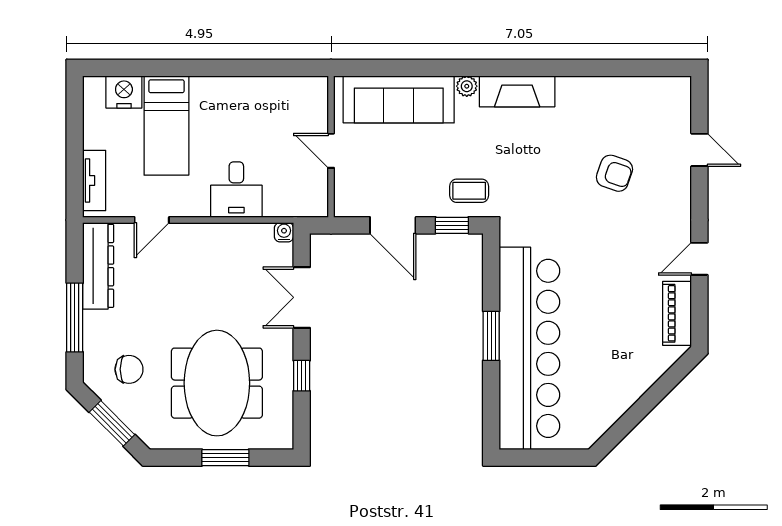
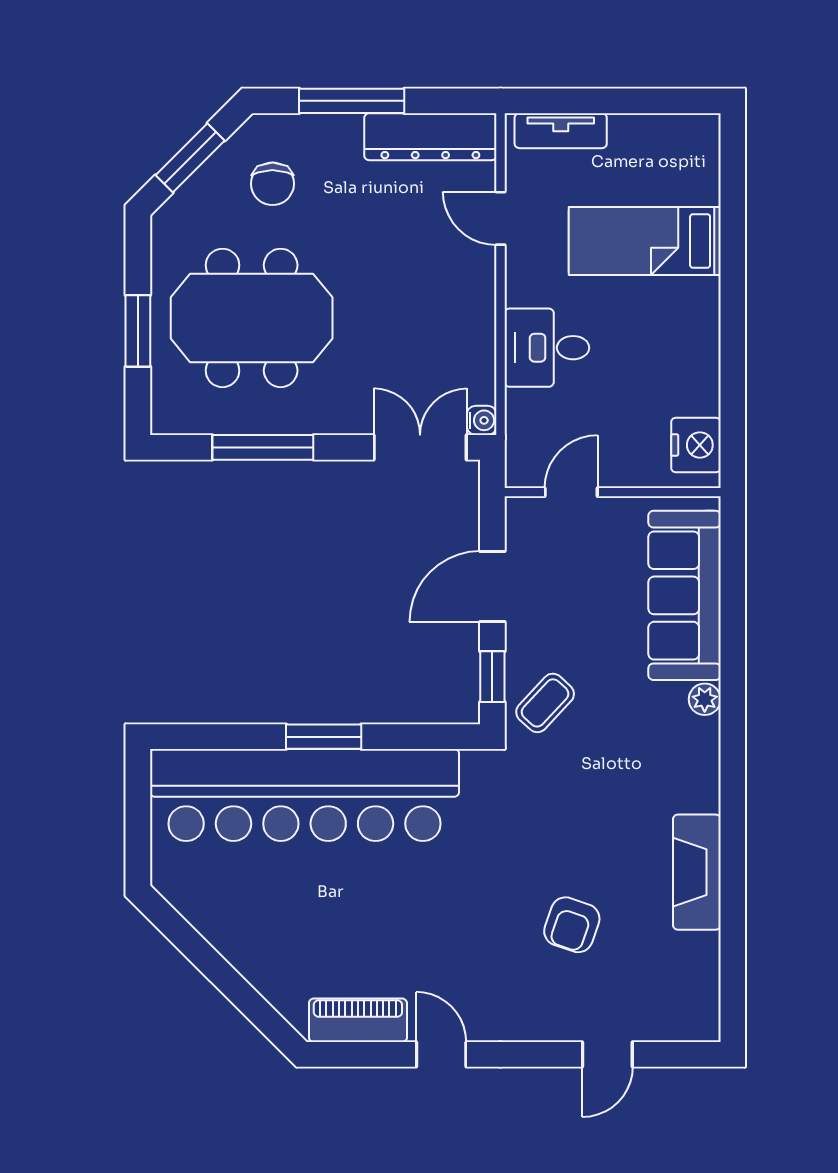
fireplace: (517, 91) -> (697, 872), moved
nightstand: (124, 92) -> (696, 445), moved
door: (331, 151) -> (571, 492), moved
coffee table: (469, 191) -> (545, 703), turned 43
double door: (302, 297) -> (420, 447), moved
window: (302, 376) -> (263, 447), width x2.17

